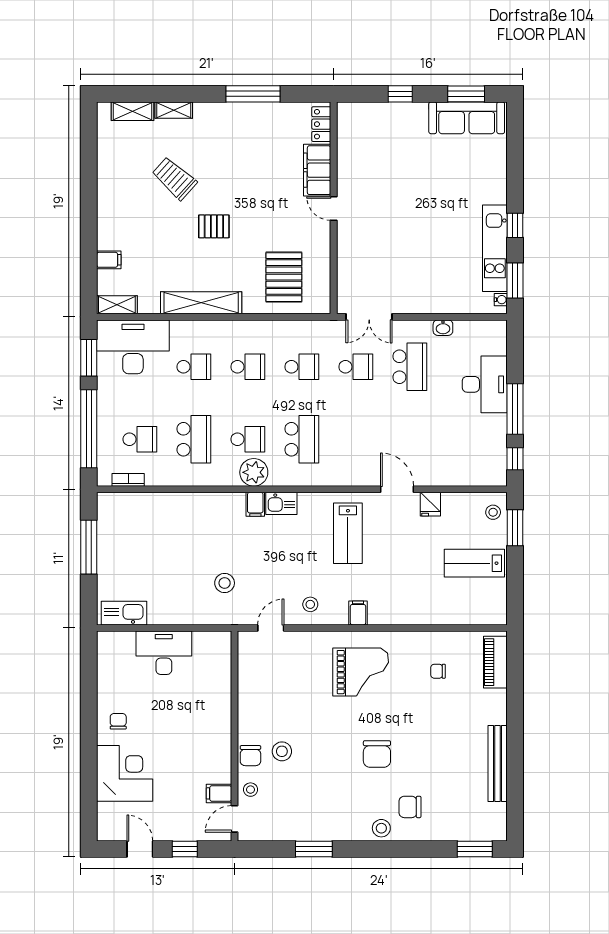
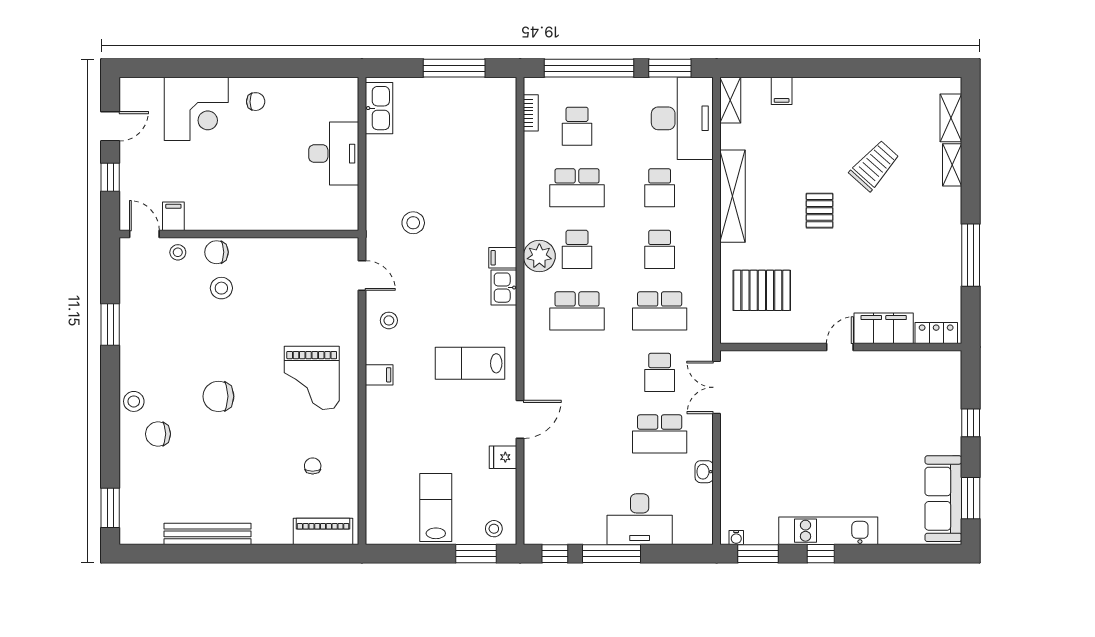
kitchen unit: (495, 248) -> (828, 531), moved
school desk: (302, 367) -> (660, 311), width x1.85
chair: (410, 807) -> (158, 434), turned -90

